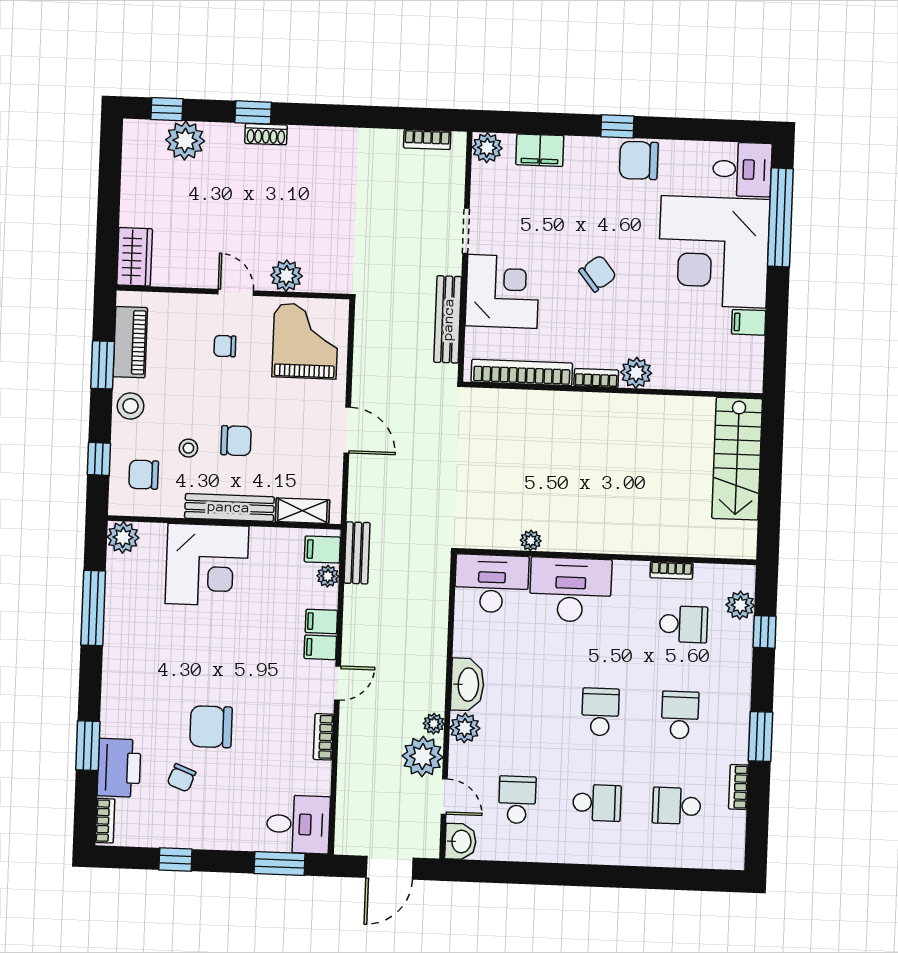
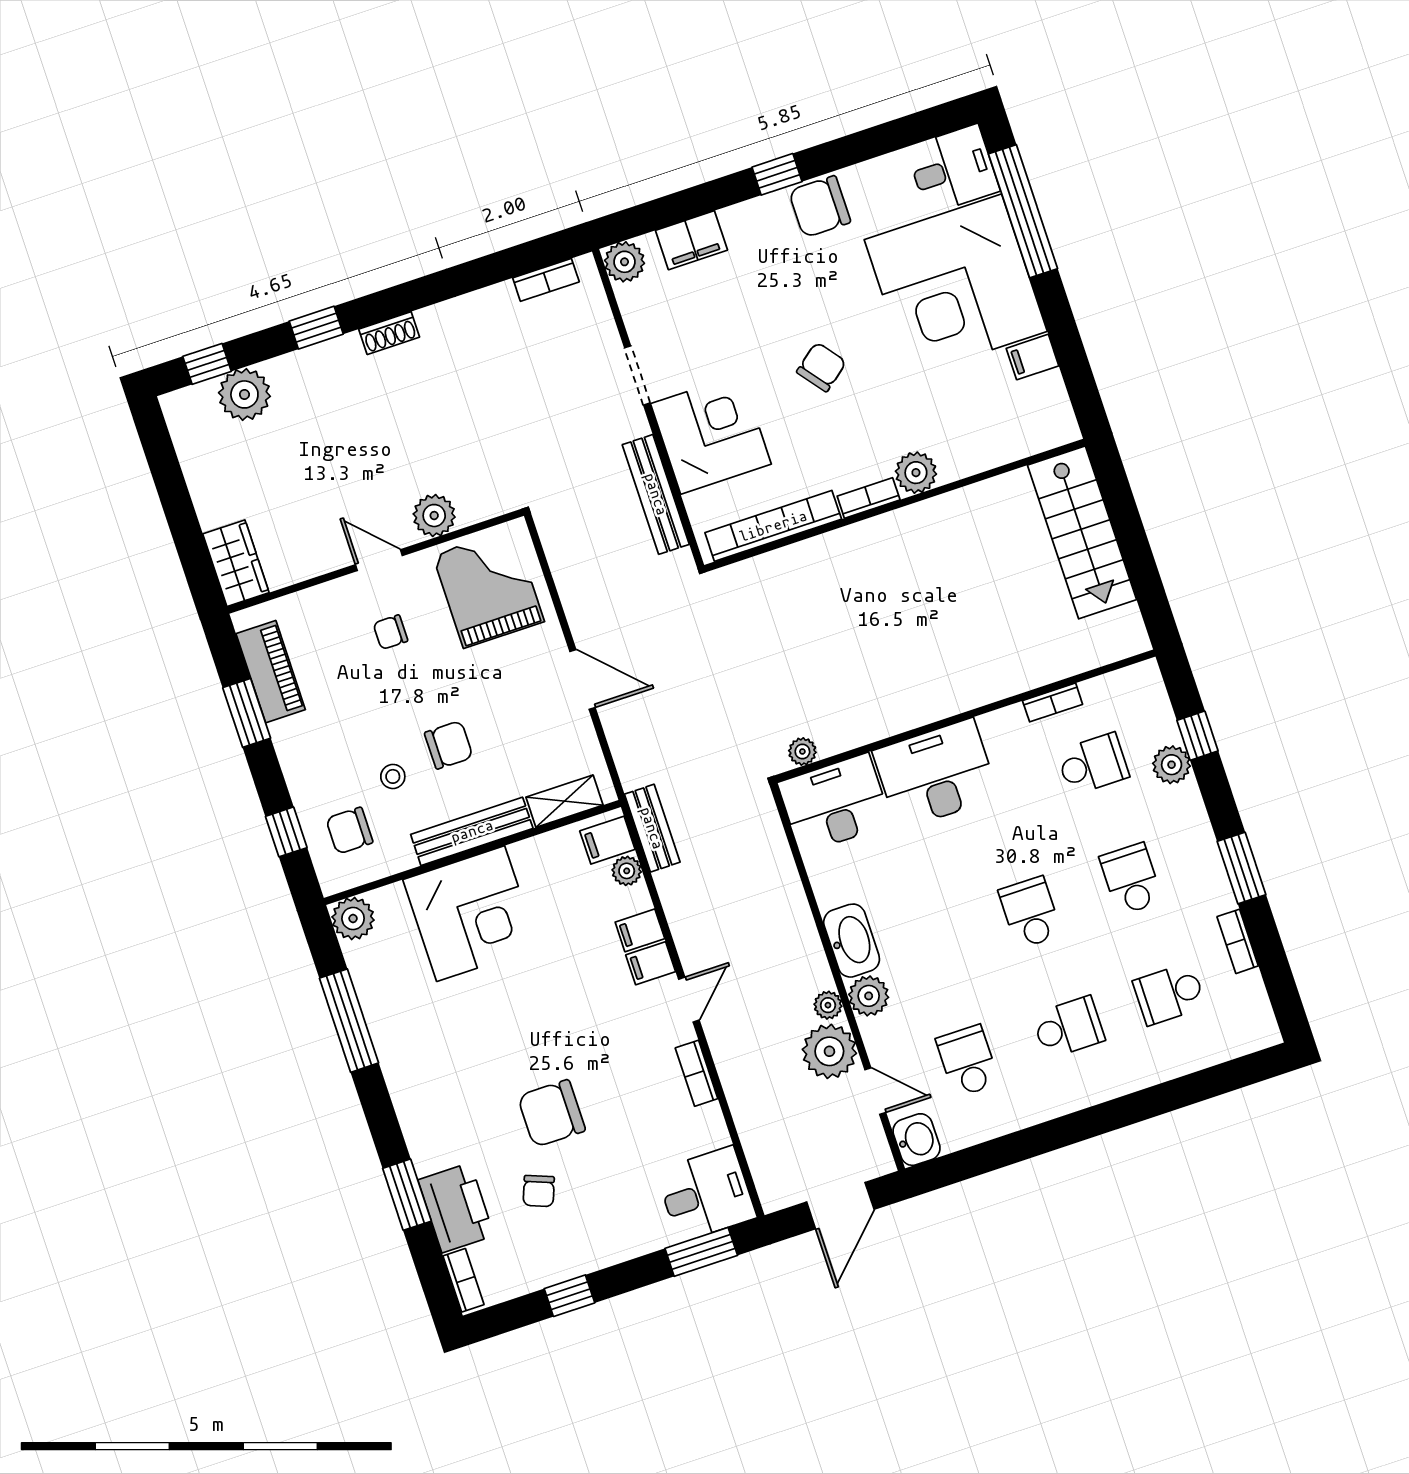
shoe rack: (266, 134) -> (389, 333), moved
stool: (130, 406) -> (301, 751), removed
plant: (531, 541) -> (802, 751), moved
plant: (740, 605) -> (1172, 765), moved

